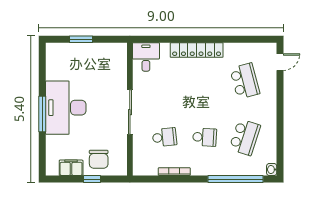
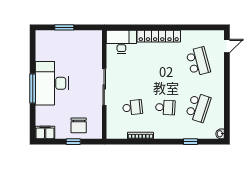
desk: (146, 57) -> (121, 42), width x1.37
filing cabinet: (71, 168) -> (45, 132), moved
window: (235, 179) -> (190, 142), width x0.32

